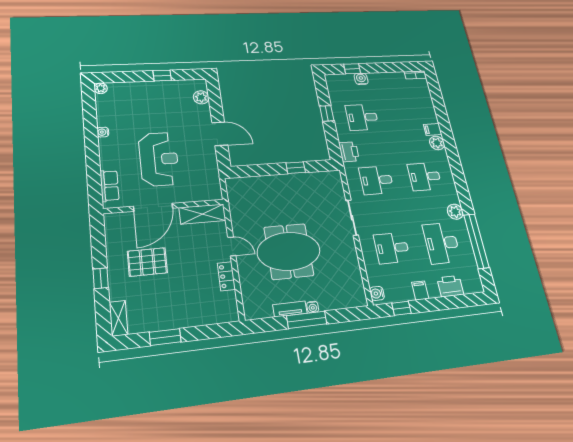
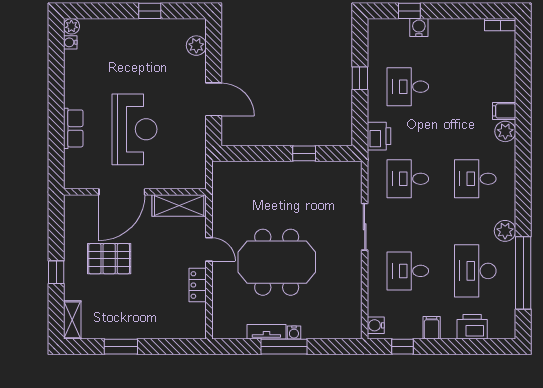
water cooler: (103, 132) -> (70, 42), moved
row of seats: (109, 186) -> (73, 128), moved

